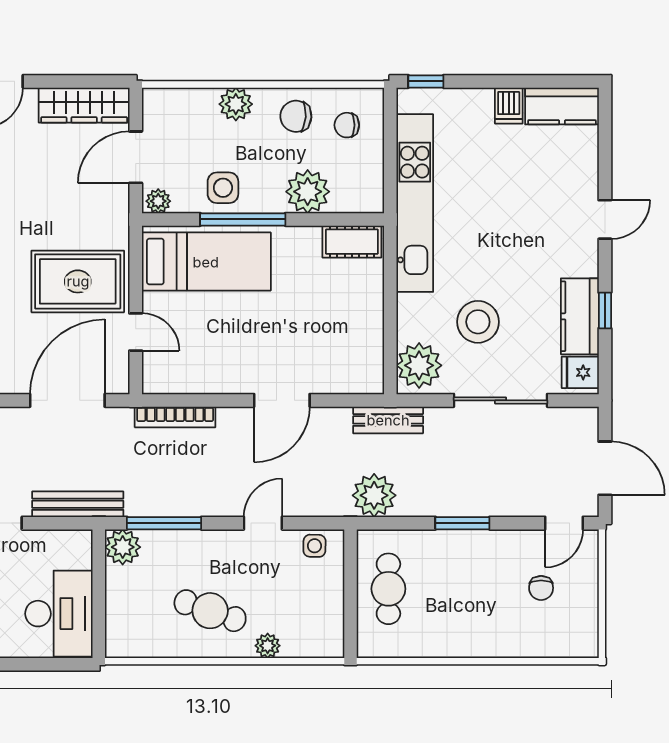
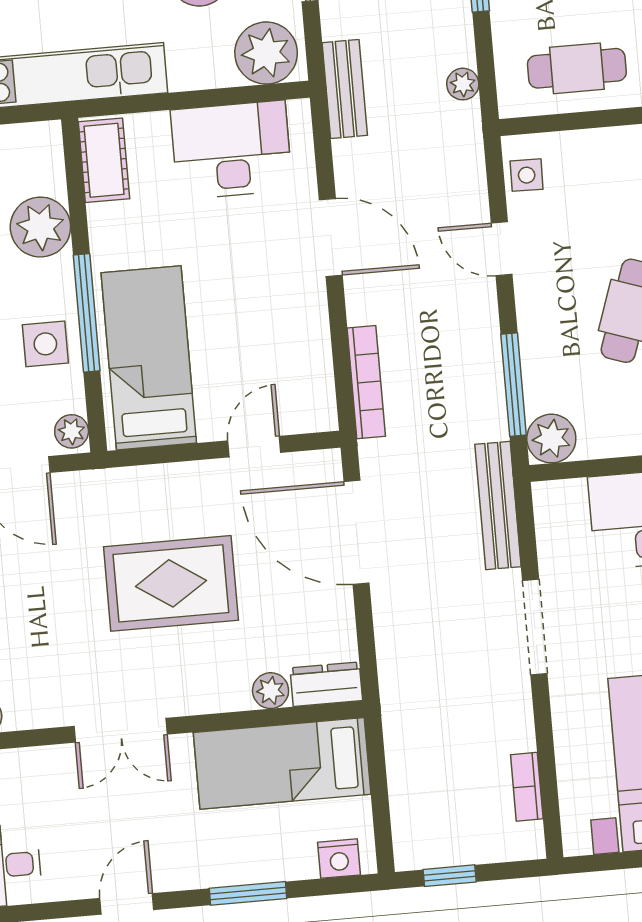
rug: (78, 281) -> (171, 583), moved, turned 90
desk: (351, 334) -> (231, 150), added
plant: (374, 495) -> (463, 84), width x0.53, depth x0.53

